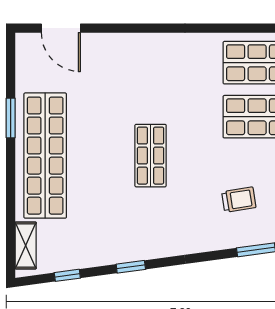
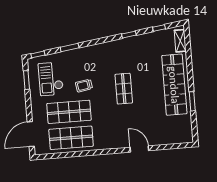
door: (61, 28) -> (139, 149), moved
trolley: (239, 200) -> (84, 86), moved

